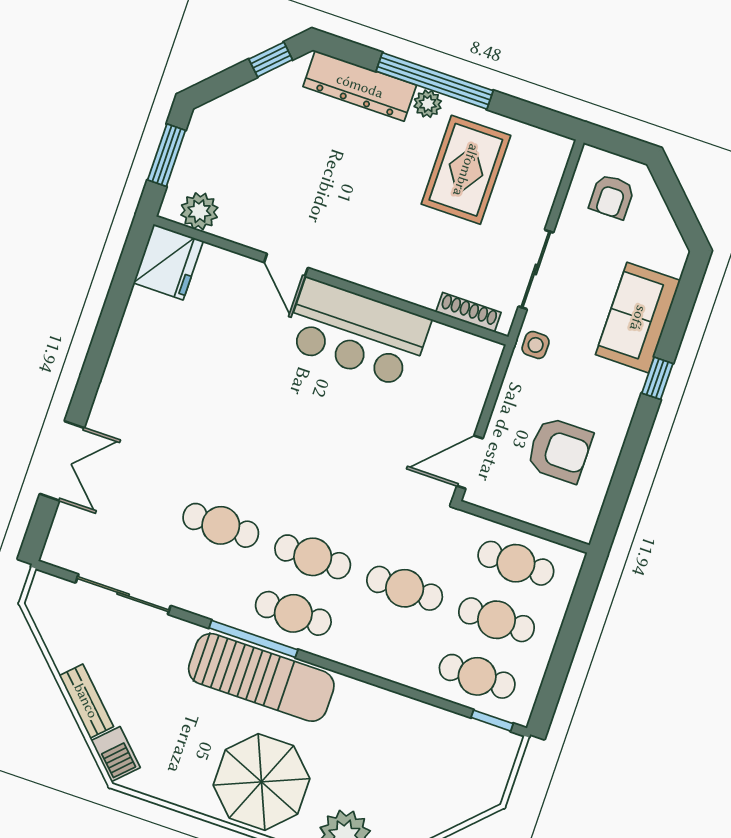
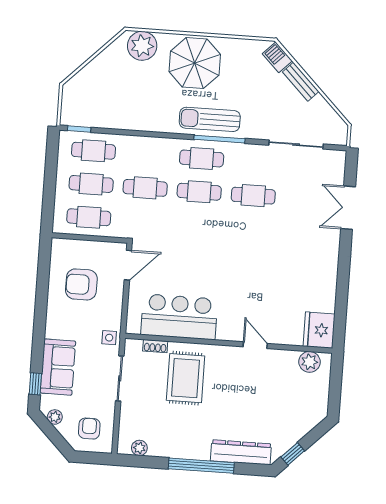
plant: (428, 104) -> (139, 448), moved
window: (167, 155) -> (335, 387), removed
rug: (466, 170) -> (186, 378), moved
plant: (666, 232) -> (55, 417), added
shoe rack: (468, 312) -> (155, 346), width x0.70
bar counter: (357, 333) -> (179, 317), moved
window: (657, 378) -> (35, 384), moved
sun lounger: (261, 677) -> (210, 119), width x0.73, depth x0.75

